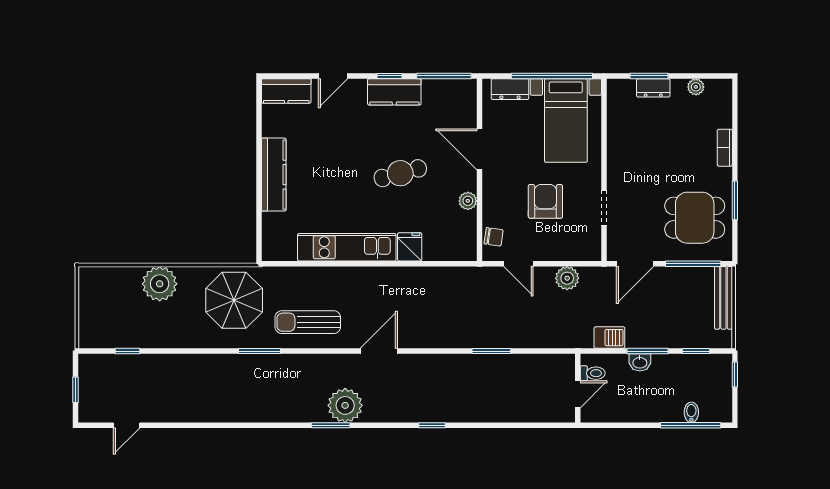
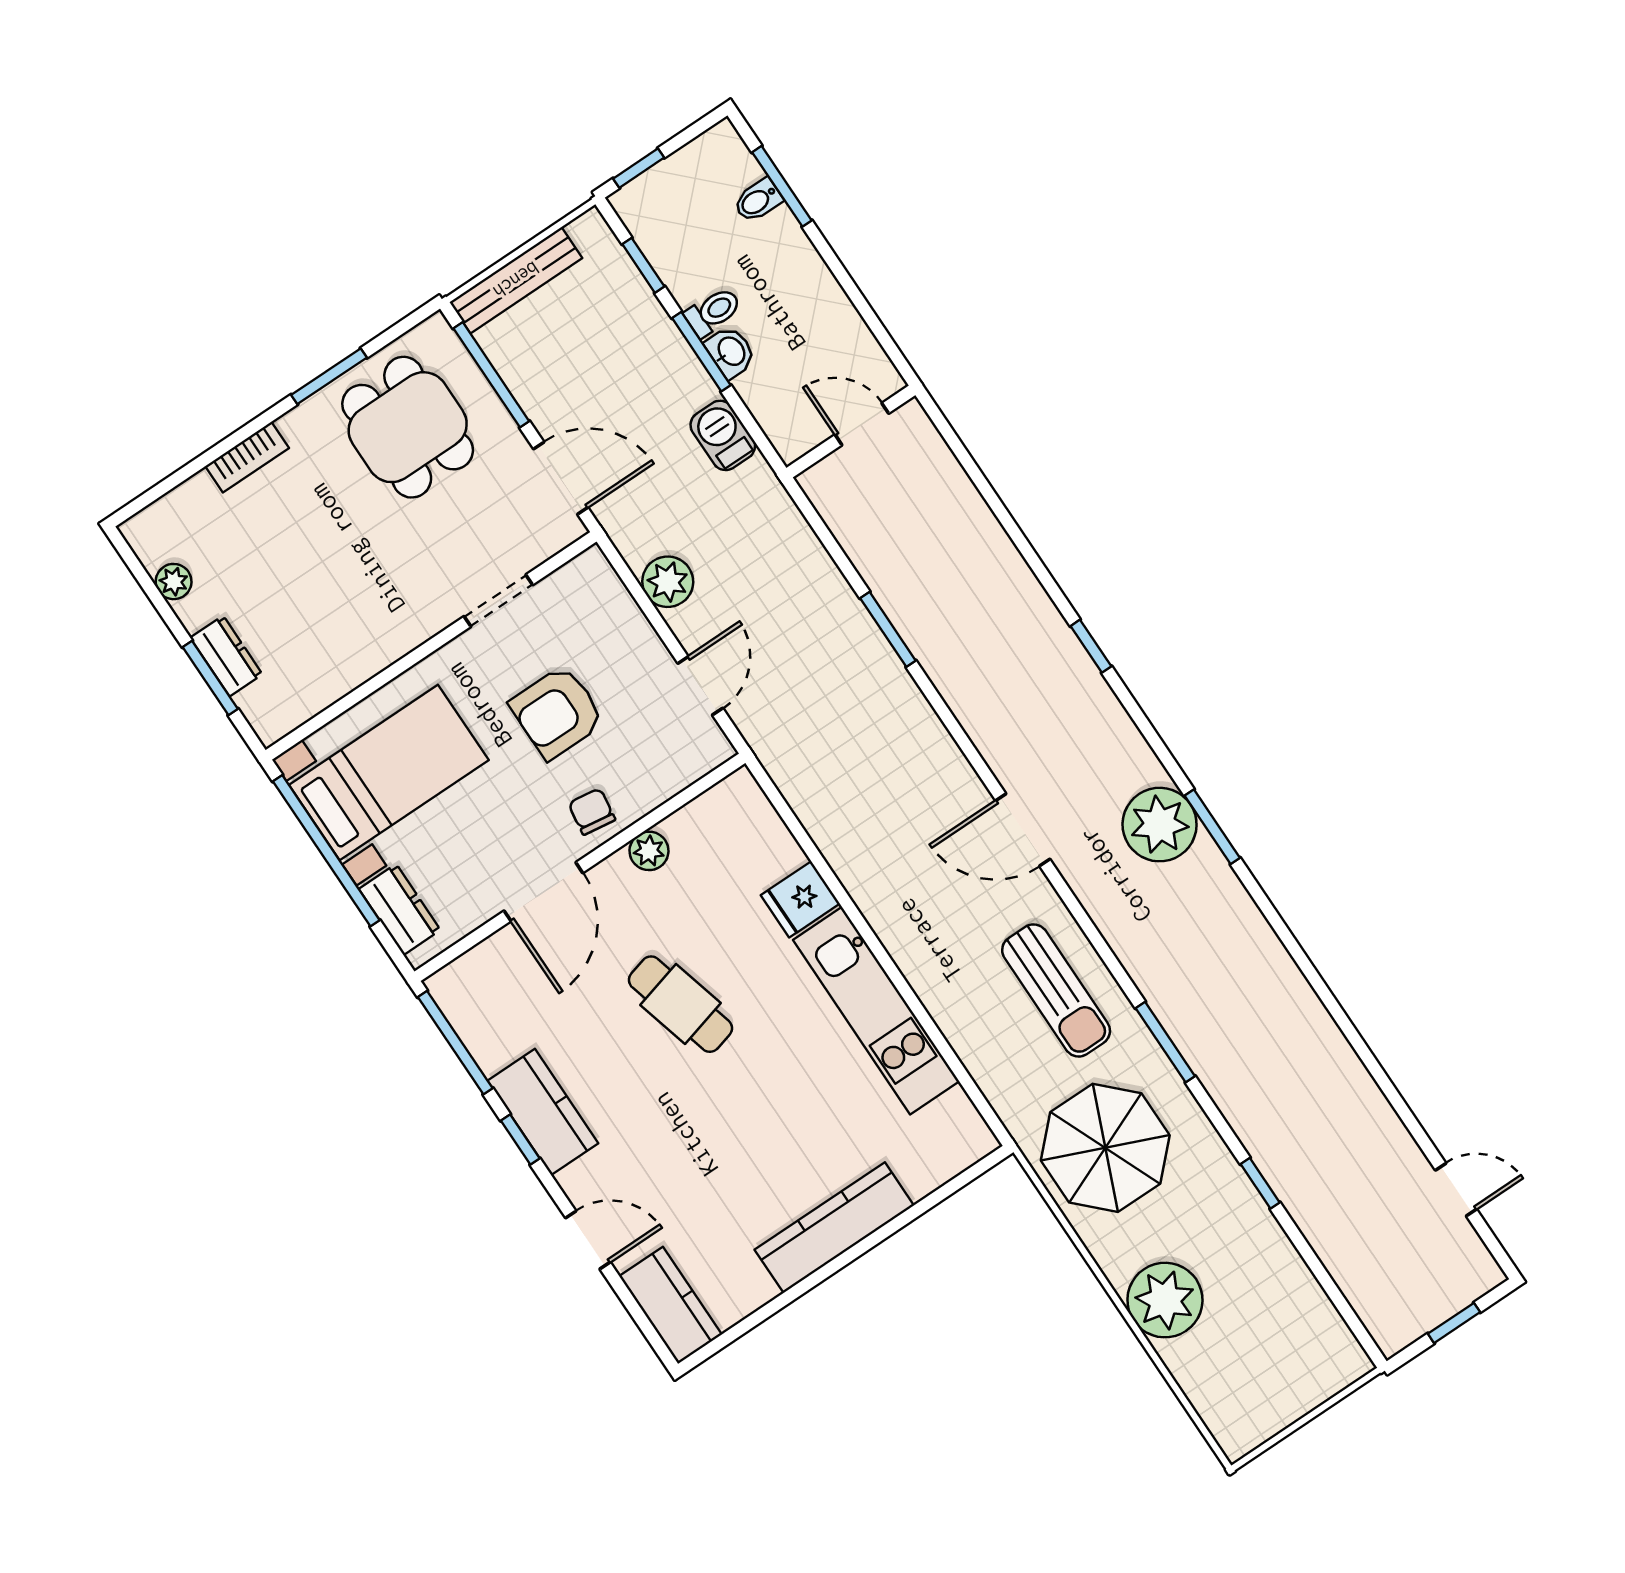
chair: (494, 237) -> (592, 812), moved
window: (127, 351) -> (1260, 1183), moved
toilet: (593, 373) -> (713, 312), moved, turned 90
window: (691, 425) -> (782, 186), width x0.69

